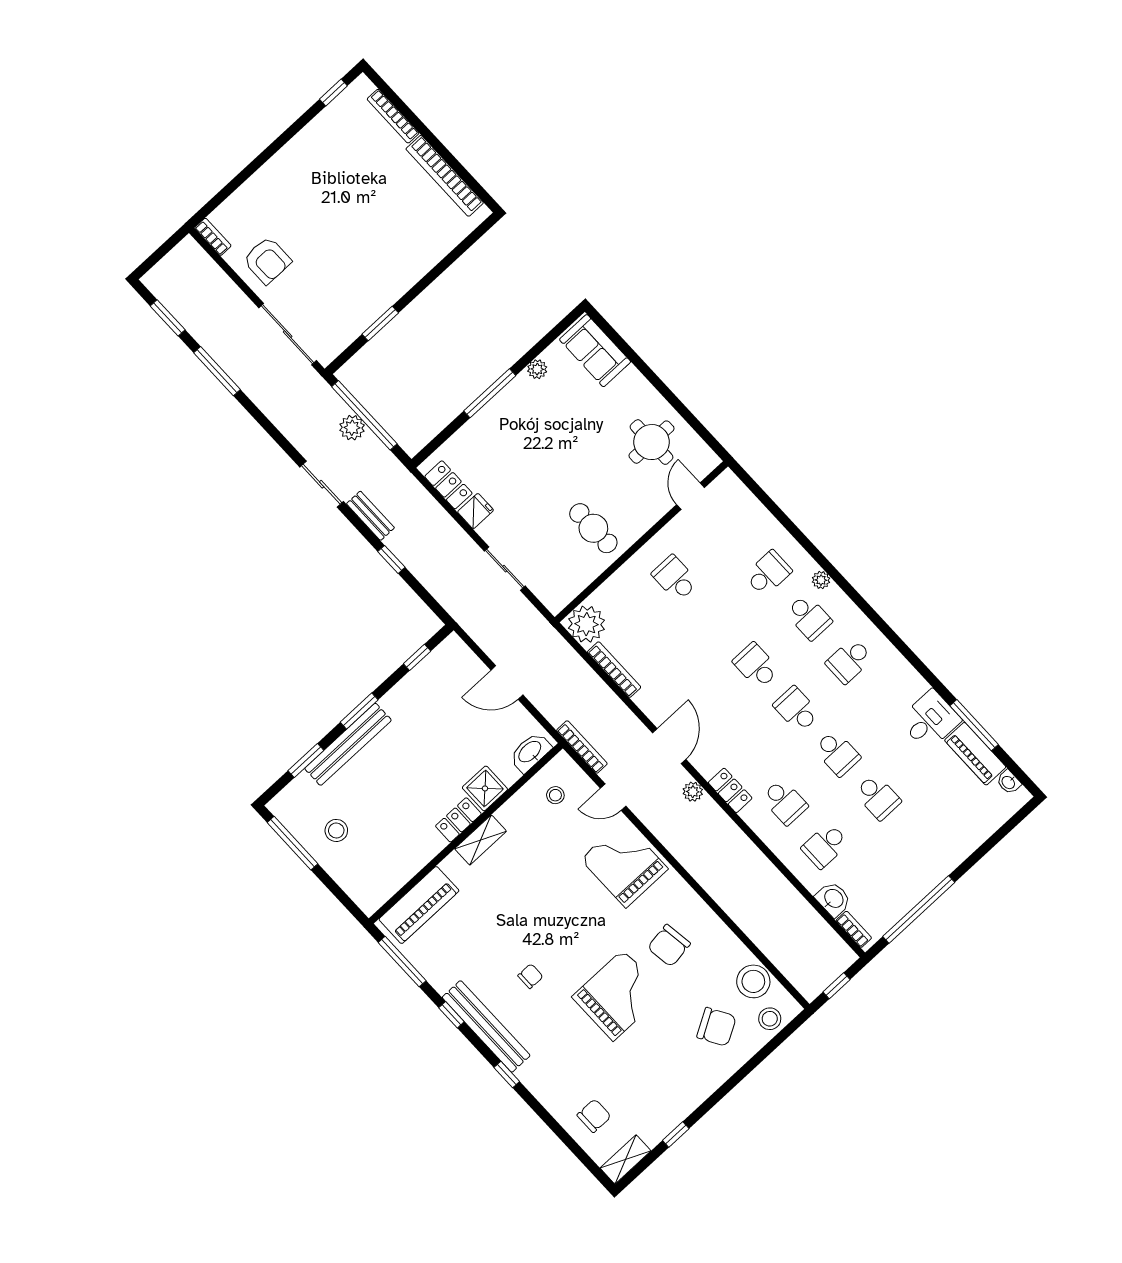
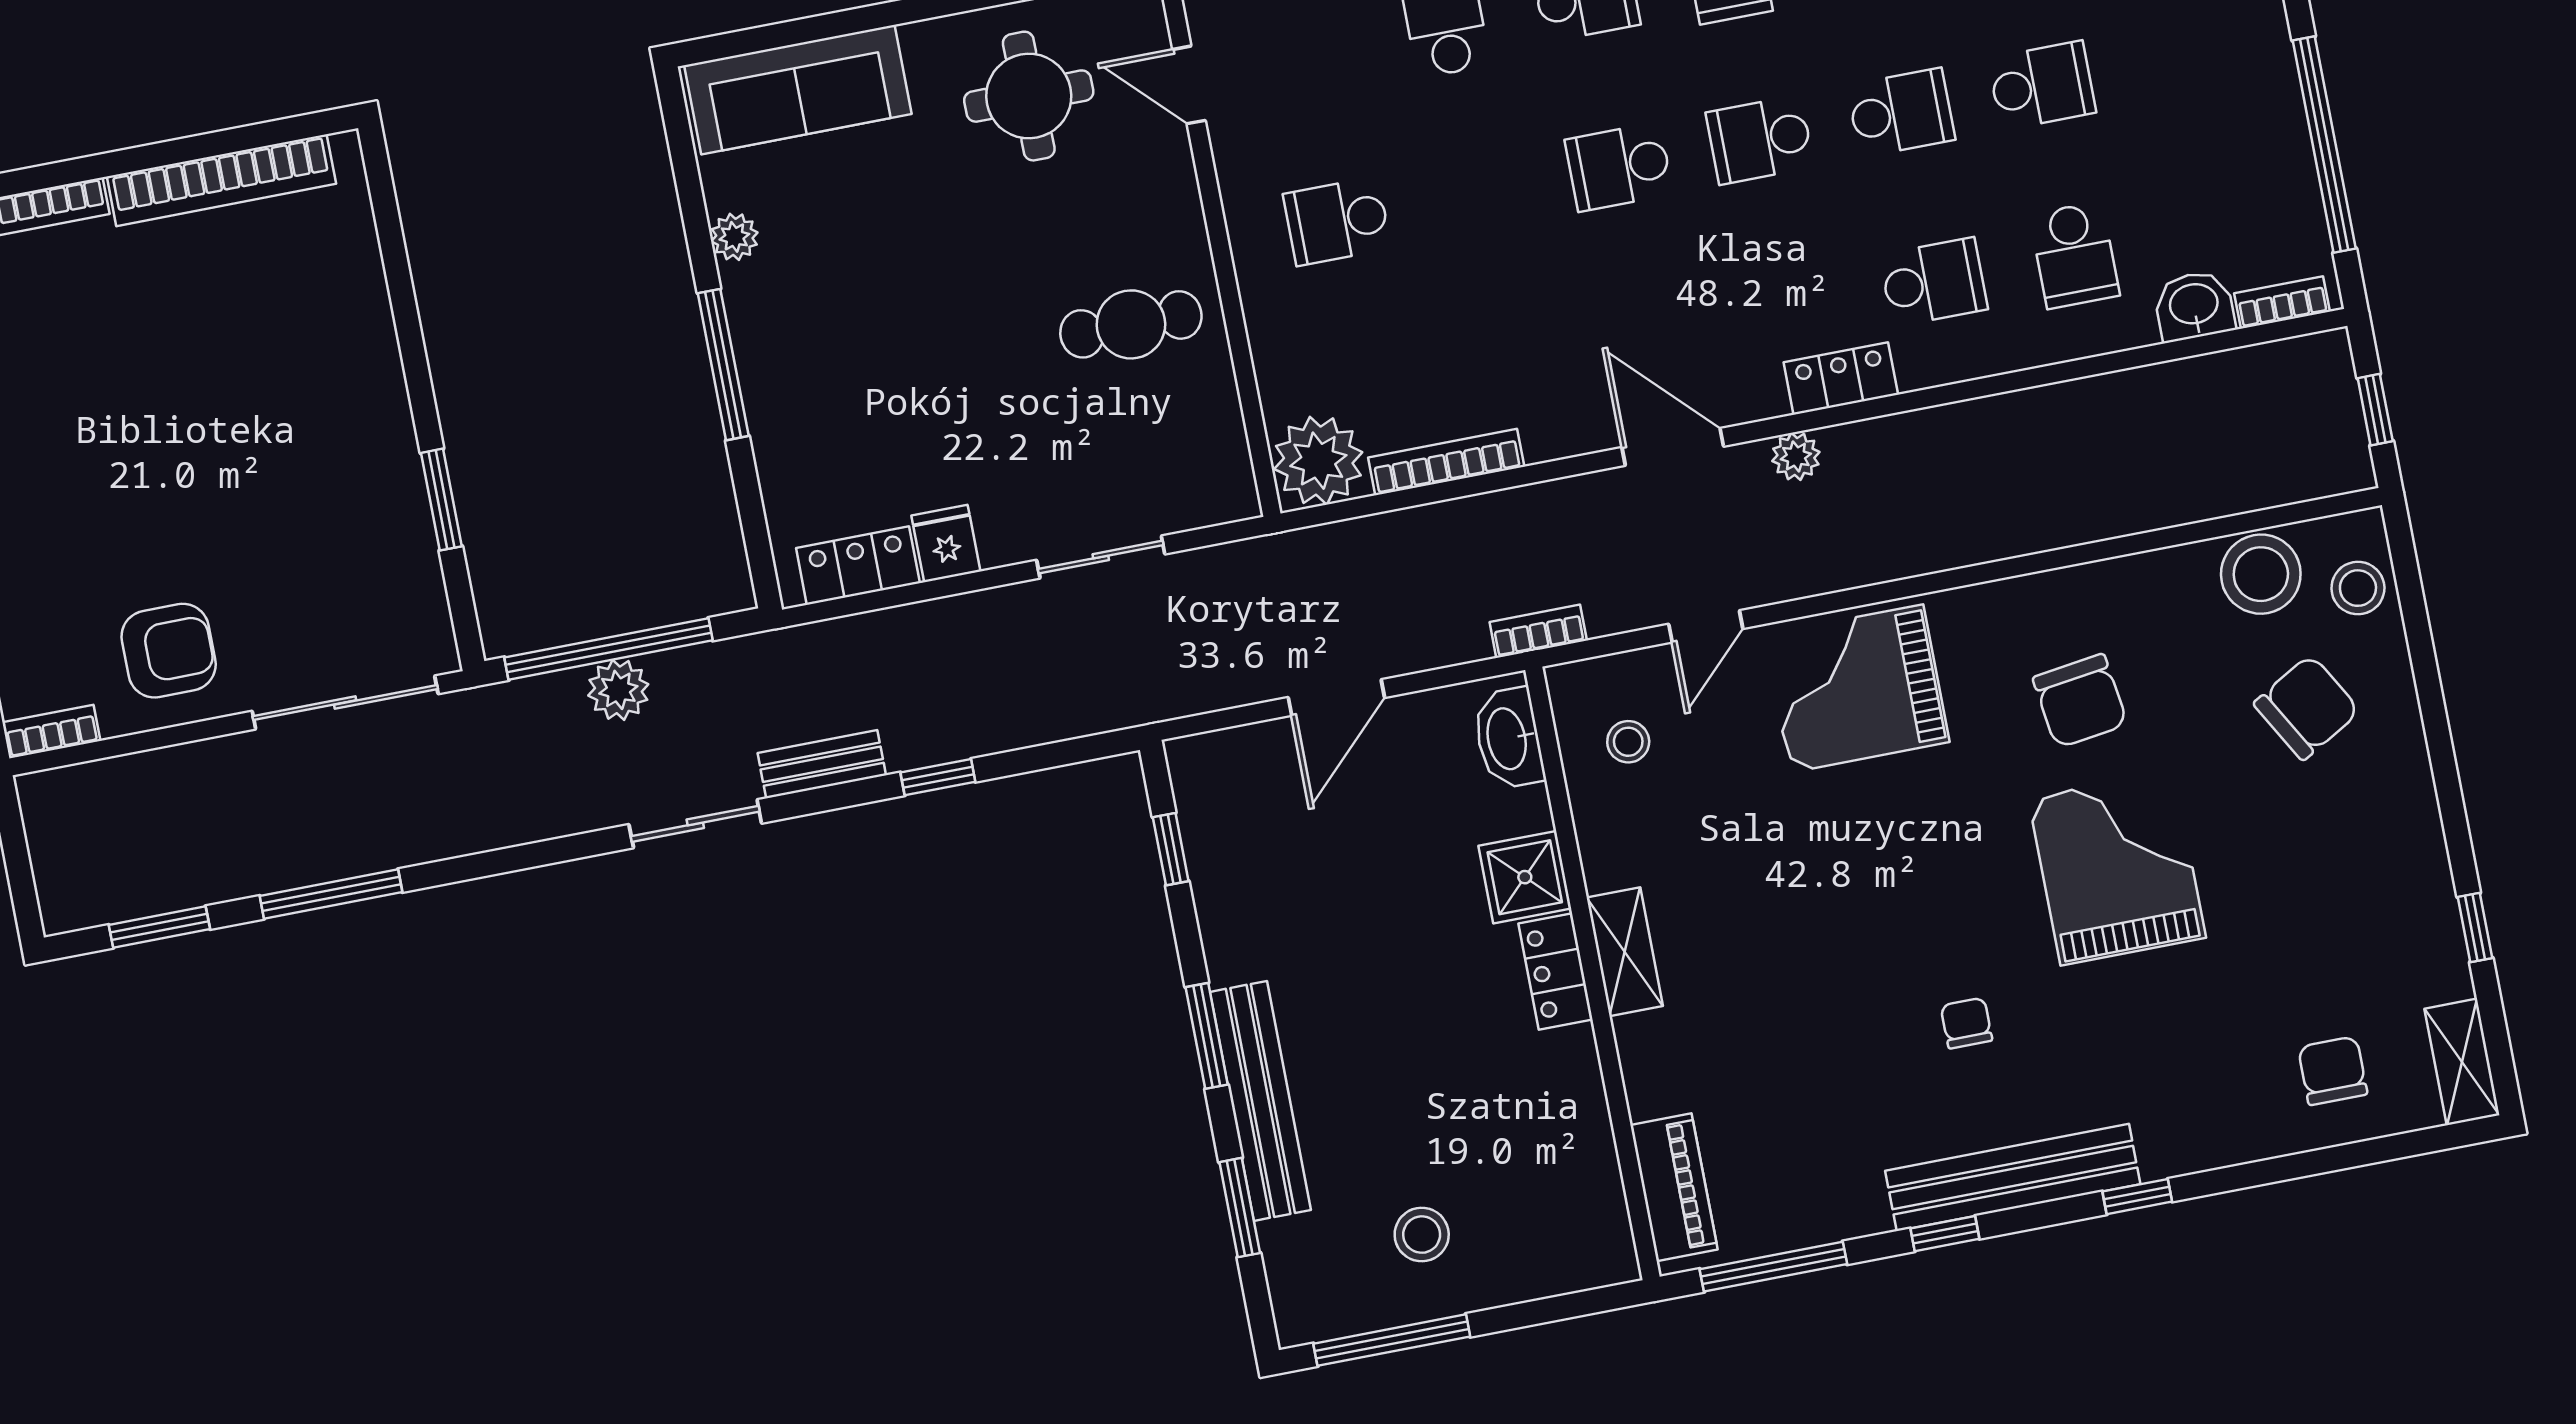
sofa: (595, 351) -> (798, 90), width x1.36
bookcase: (582, 747) -> (1538, 631), width x0.64
piano: (419, 905) -> (1674, 1187), width x0.73, depth x0.75

